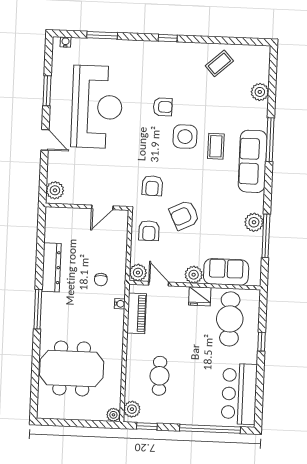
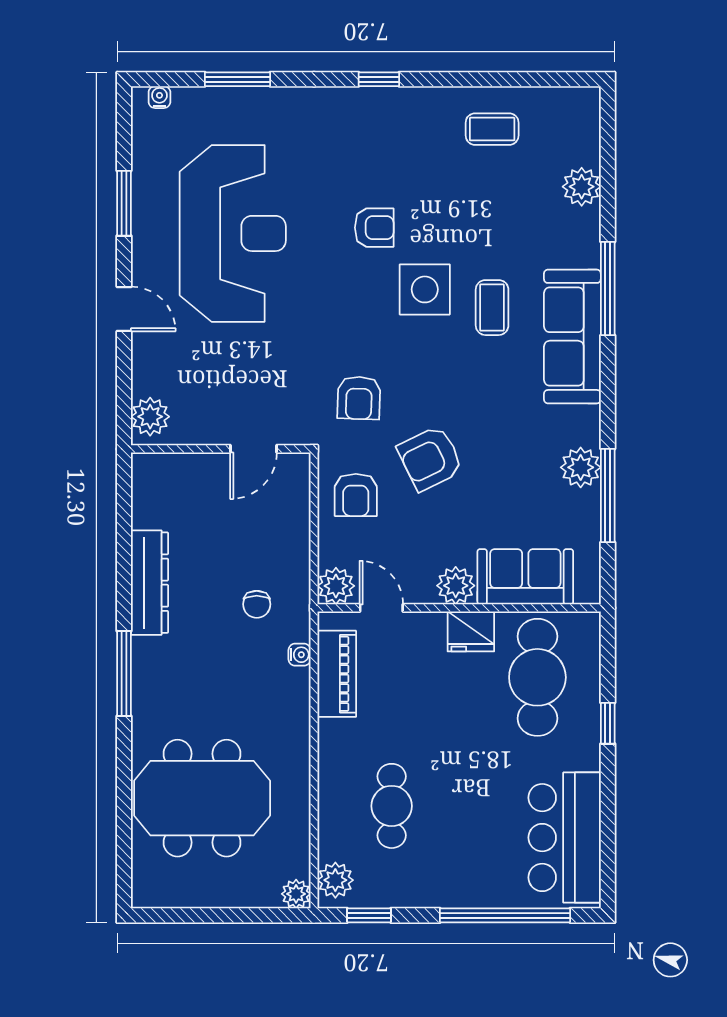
coffee table: (219, 63) -> (492, 129), turned 42

